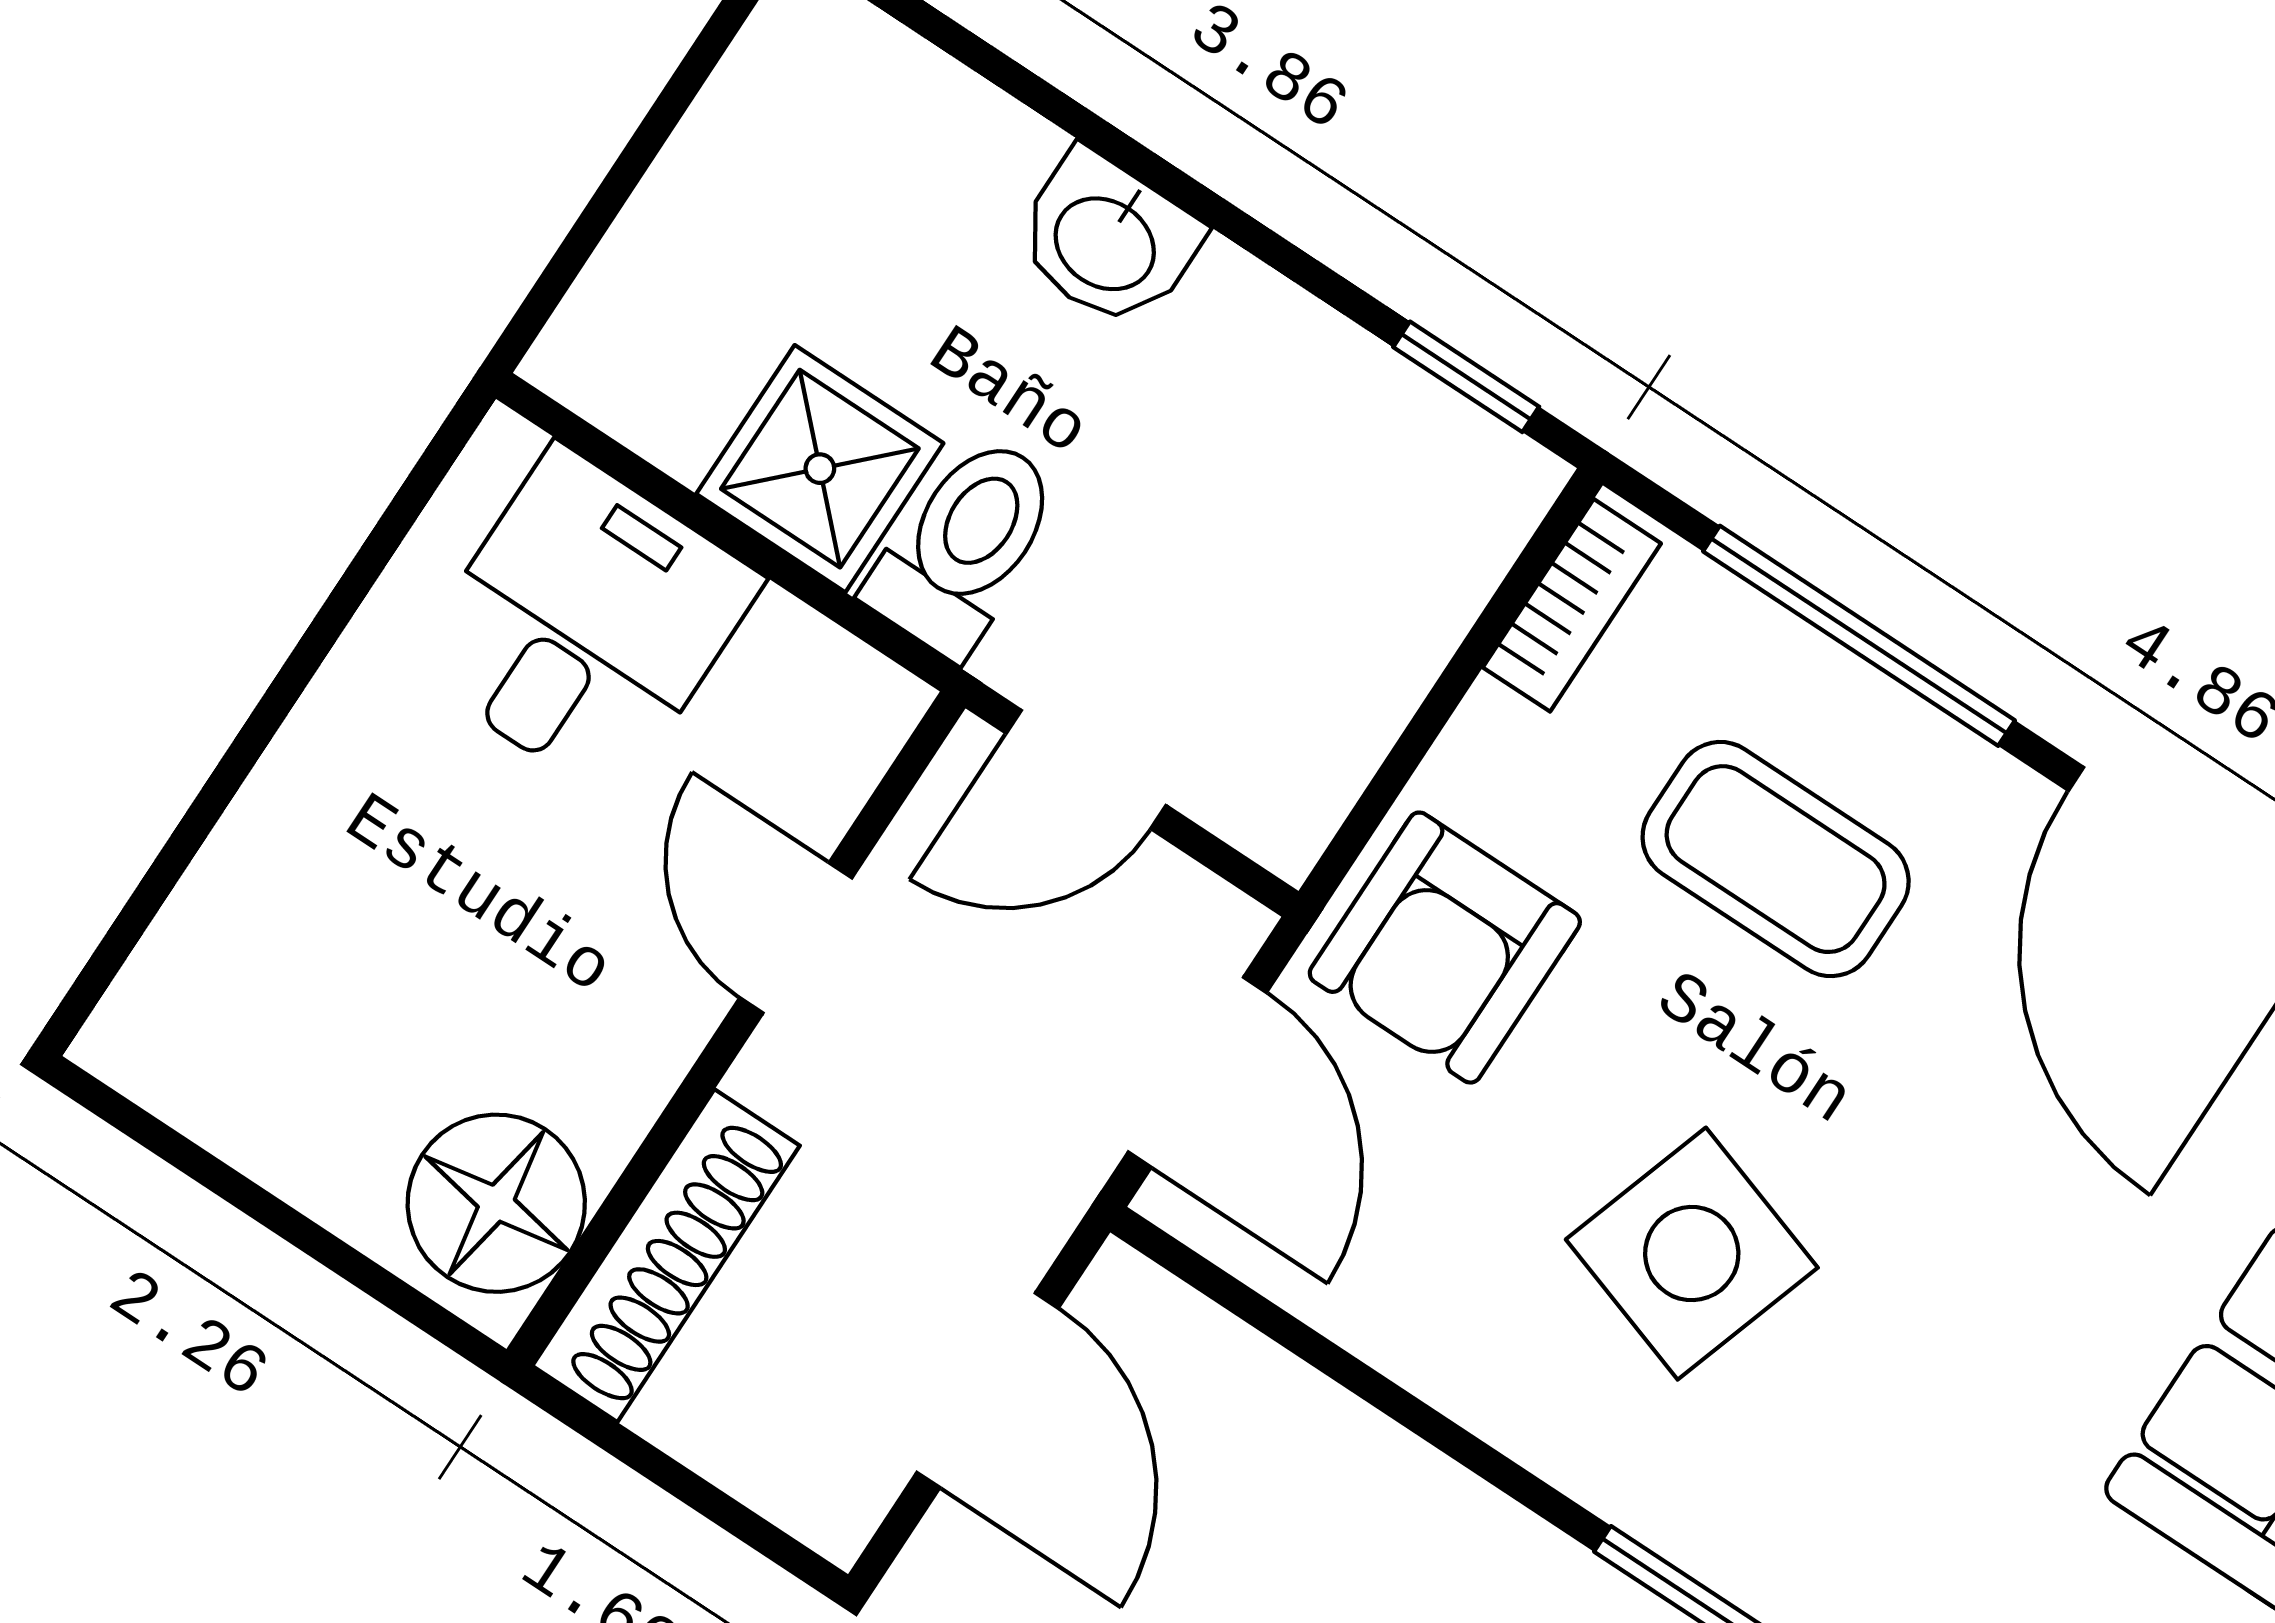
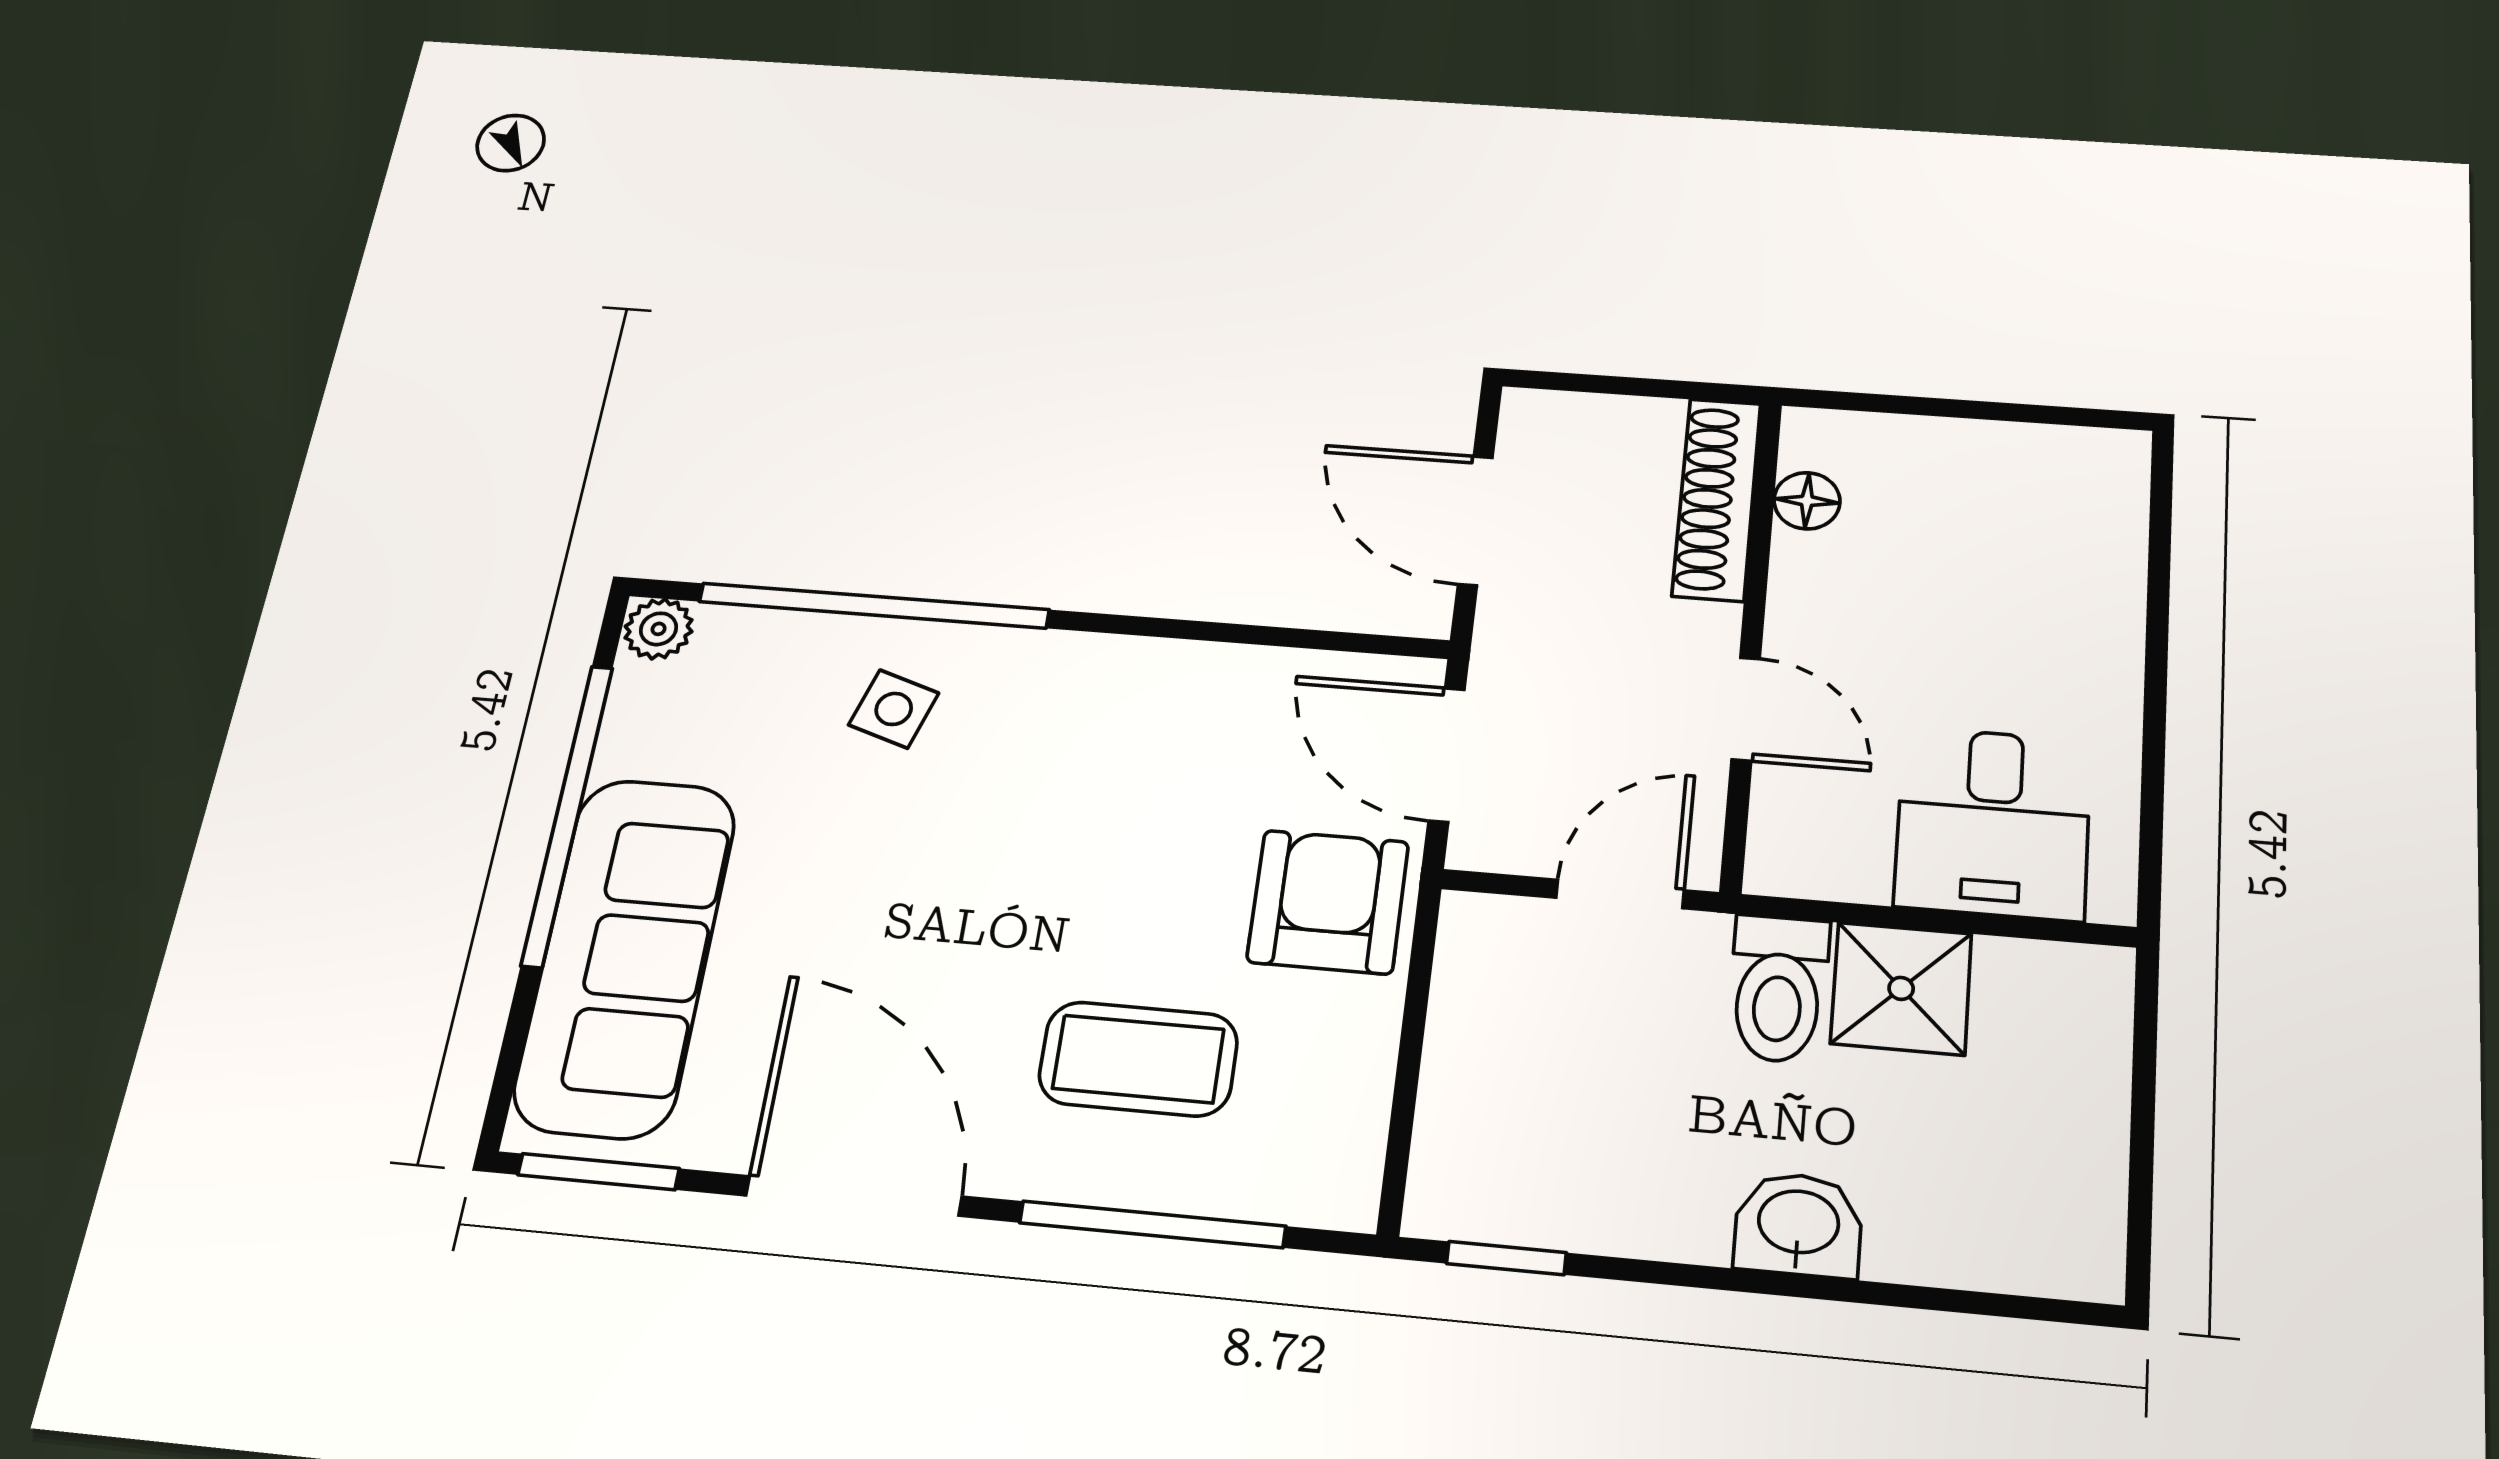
bookcase: (1572, 605) -> (1356, 1149), removed
floor lamp: (496, 1203) -> (1807, 501), width x0.53, depth x0.53
side table: (1692, 1254) -> (894, 709), moved, width x0.54, depth x0.54

